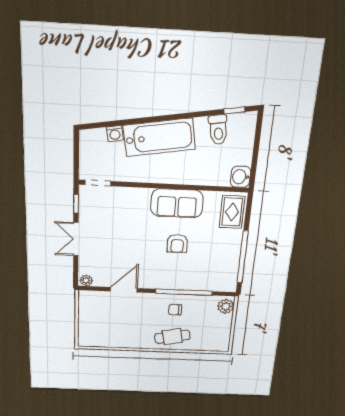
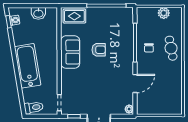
toilet: (218, 130) -> (34, 107), moved
washing machine: (115, 134) -> (15, 20), moved
washbasin: (240, 177) -> (38, 13), moved
door: (124, 290) -> (135, 84), swing flipped
plant: (226, 306) -> (164, 13), moved

